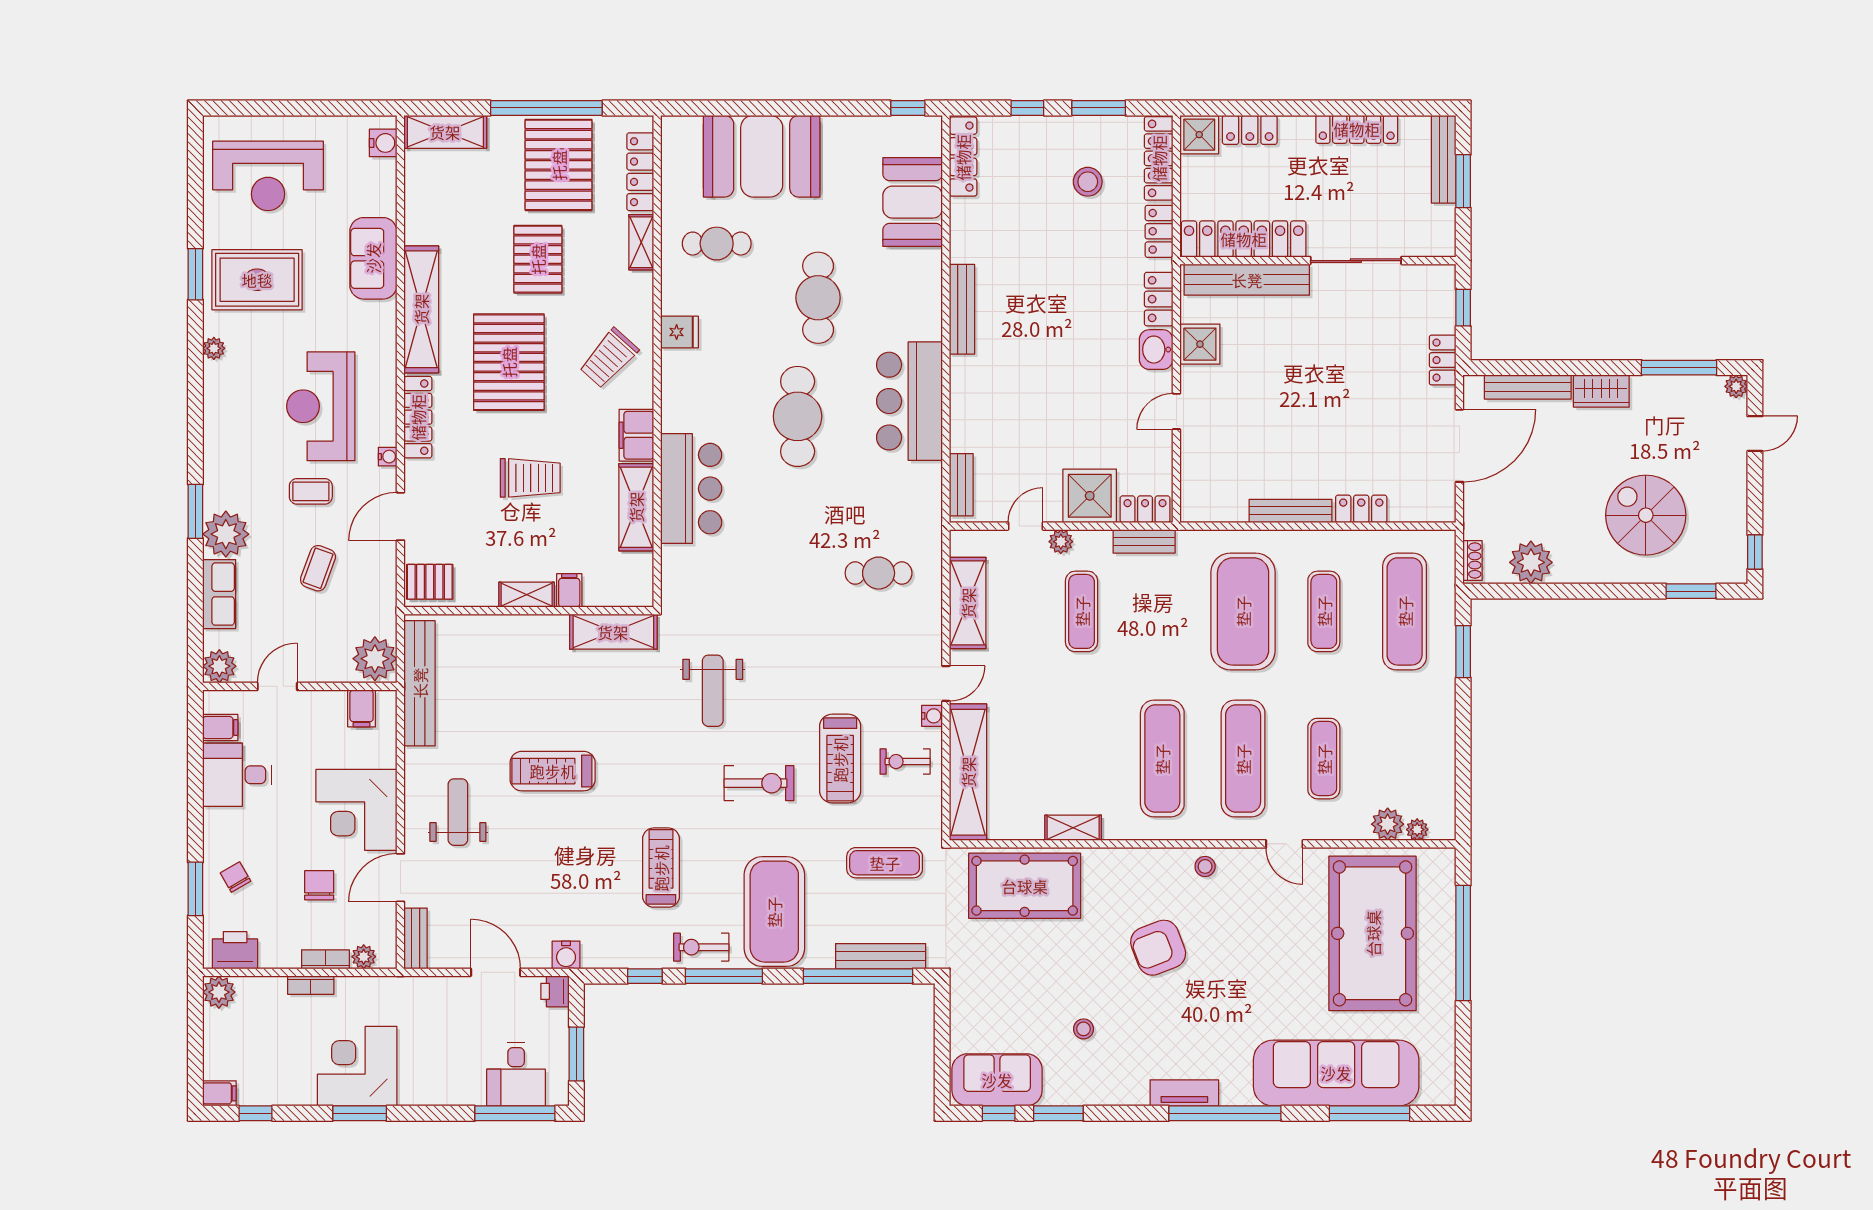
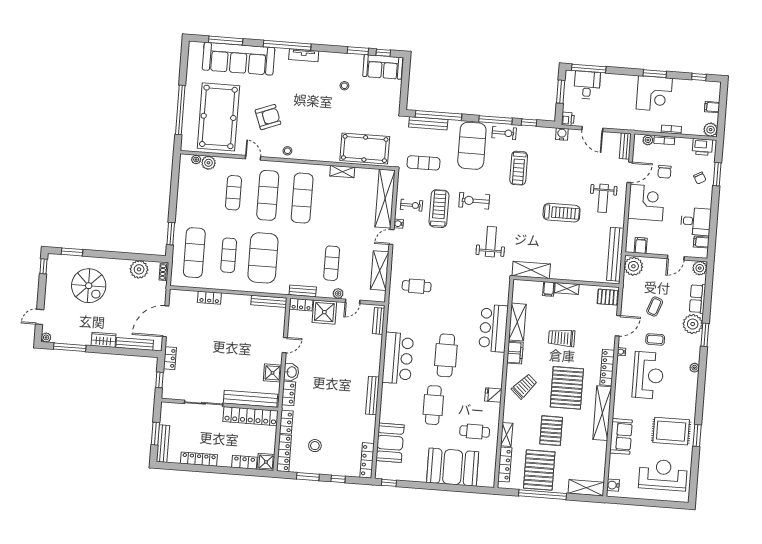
plant: (214, 348) -> (694, 368), moved
bench: (1291, 511) -> (269, 301), moved
armchair: (1158, 948) -> (268, 117), moved
filing cabinet: (219, 1093) -> (712, 107), moved

